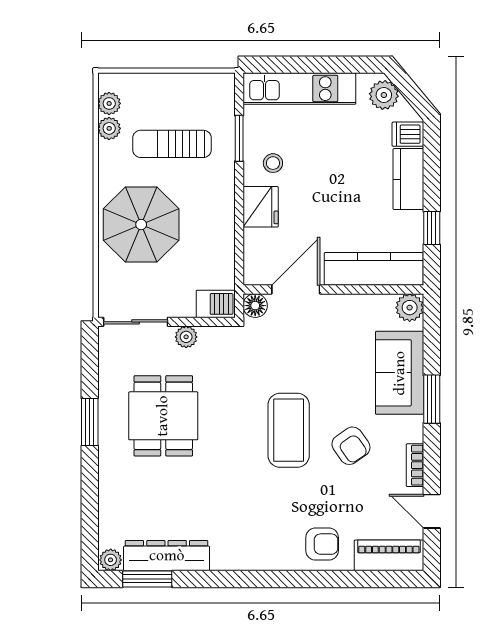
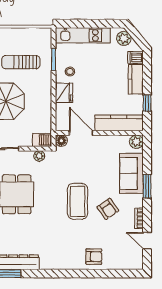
door: (296, 289) -> (81, 133), hinge flipped
plant: (186, 337) -> (39, 156), moved
piano: (389, 555) -> (126, 262), removed

